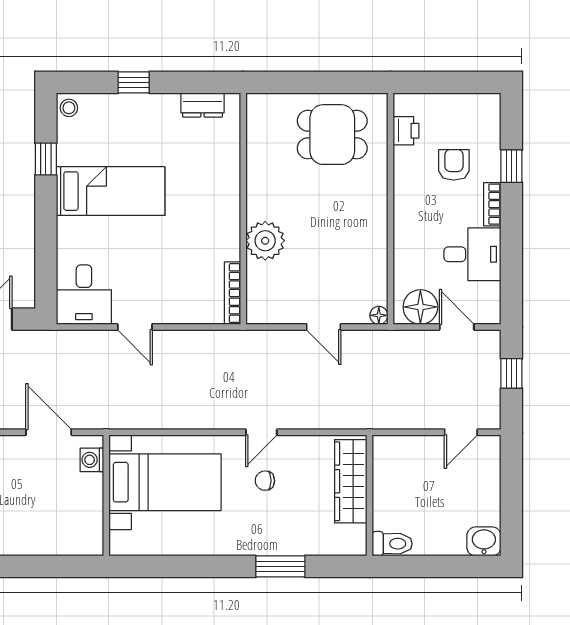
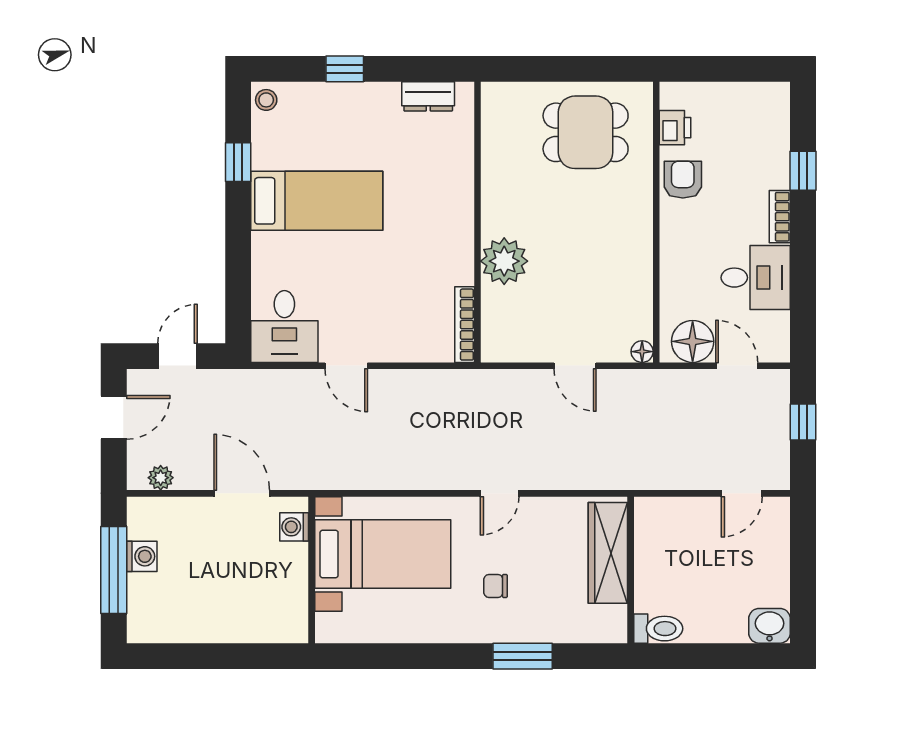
armchair: (454, 165) -> (683, 180), moved
chair: (265, 481) -> (496, 586), moved

